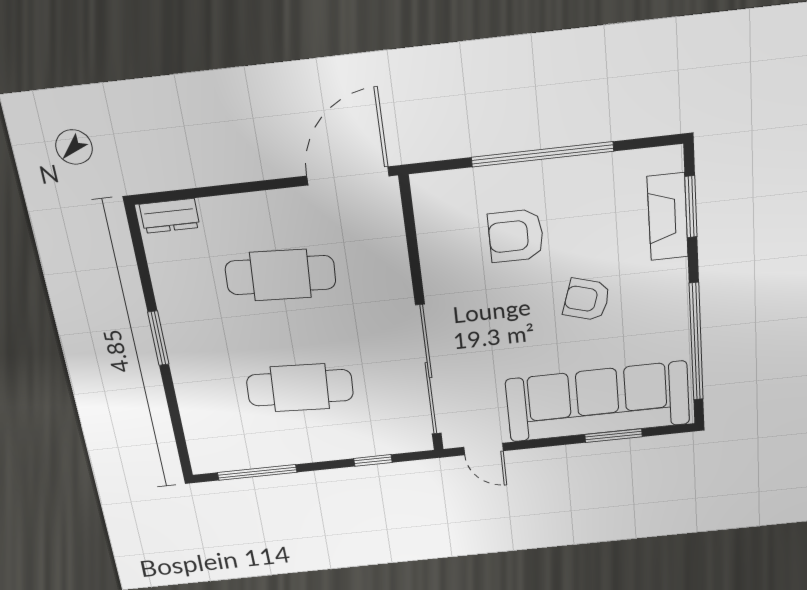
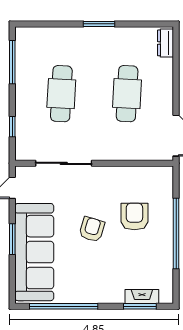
fireplace: (668, 217) -> (142, 296), width x0.73, depth x0.76
armchair: (587, 300) -> (92, 229), moved
sliding door: (428, 370) -> (64, 163), width x0.73
window: (614, 436) -> (12, 239), moved

